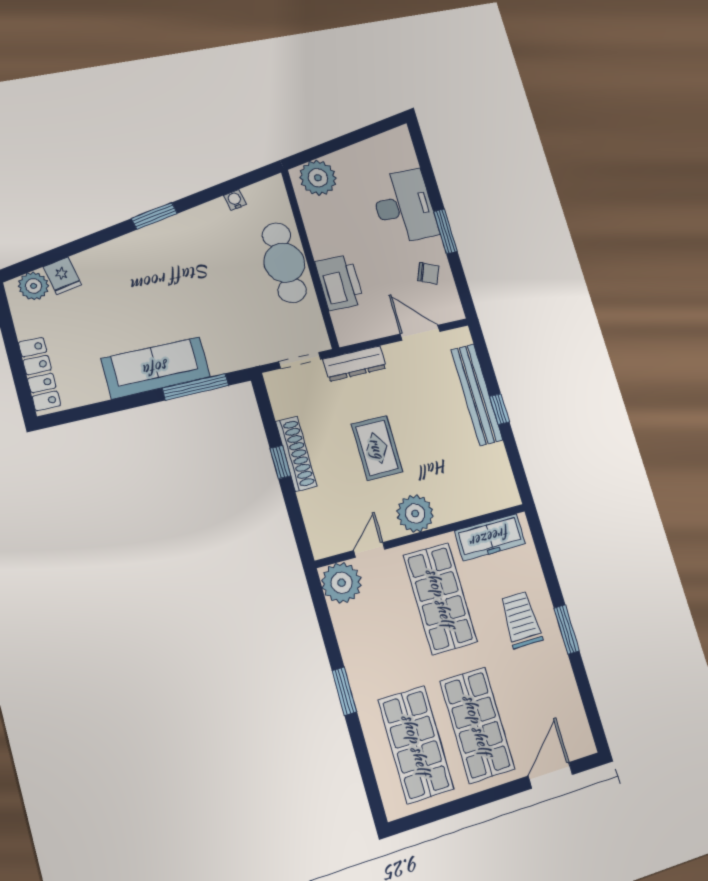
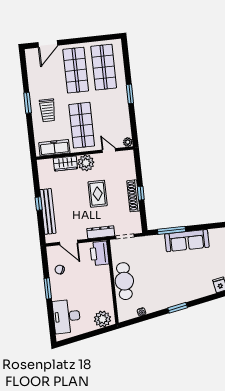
desk: (404, 206) -> (67, 316), moved
printer: (340, 283) -> (99, 253), moved
wardrobe: (460, 506) -> (65, 164), added
door: (369, 550) -> (109, 150), swing flipped
plant: (342, 583) -> (128, 142), width x0.53, depth x0.53

